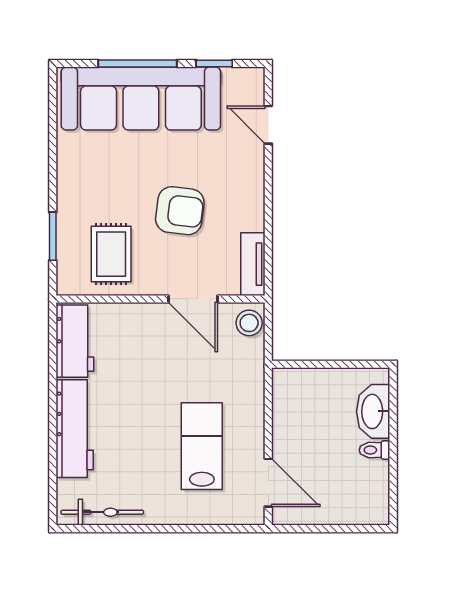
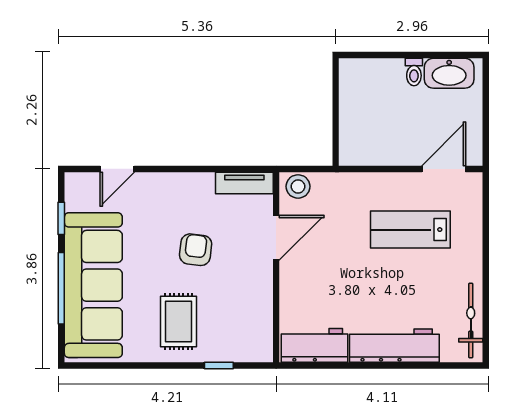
armchair: (180, 211) -> (196, 250), width x0.72, depth x0.72
window: (53, 236) -> (219, 366), width x0.67
rug: (111, 254) -> (179, 321), moved, turned 90
washbasin: (373, 411) -> (449, 73), moved

